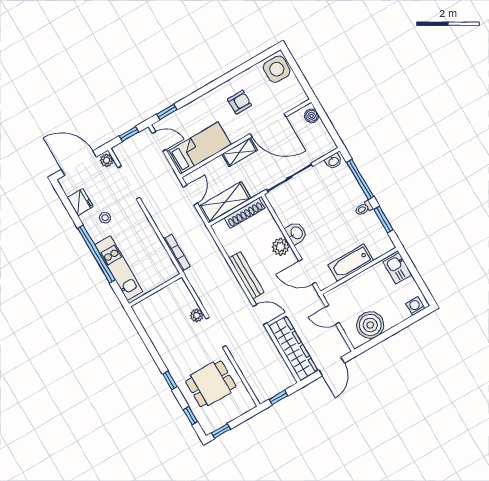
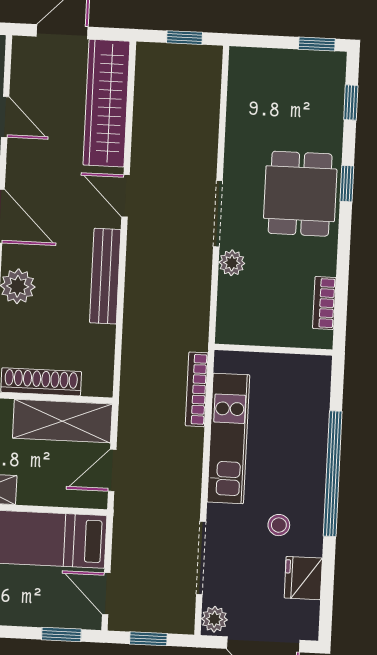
kitchen unit: (119, 268) -> (228, 438), moved, turned 180
bookcase: (147, 324) -> (324, 303), added
dining table: (211, 384) -> (300, 194), moved, turned 90

